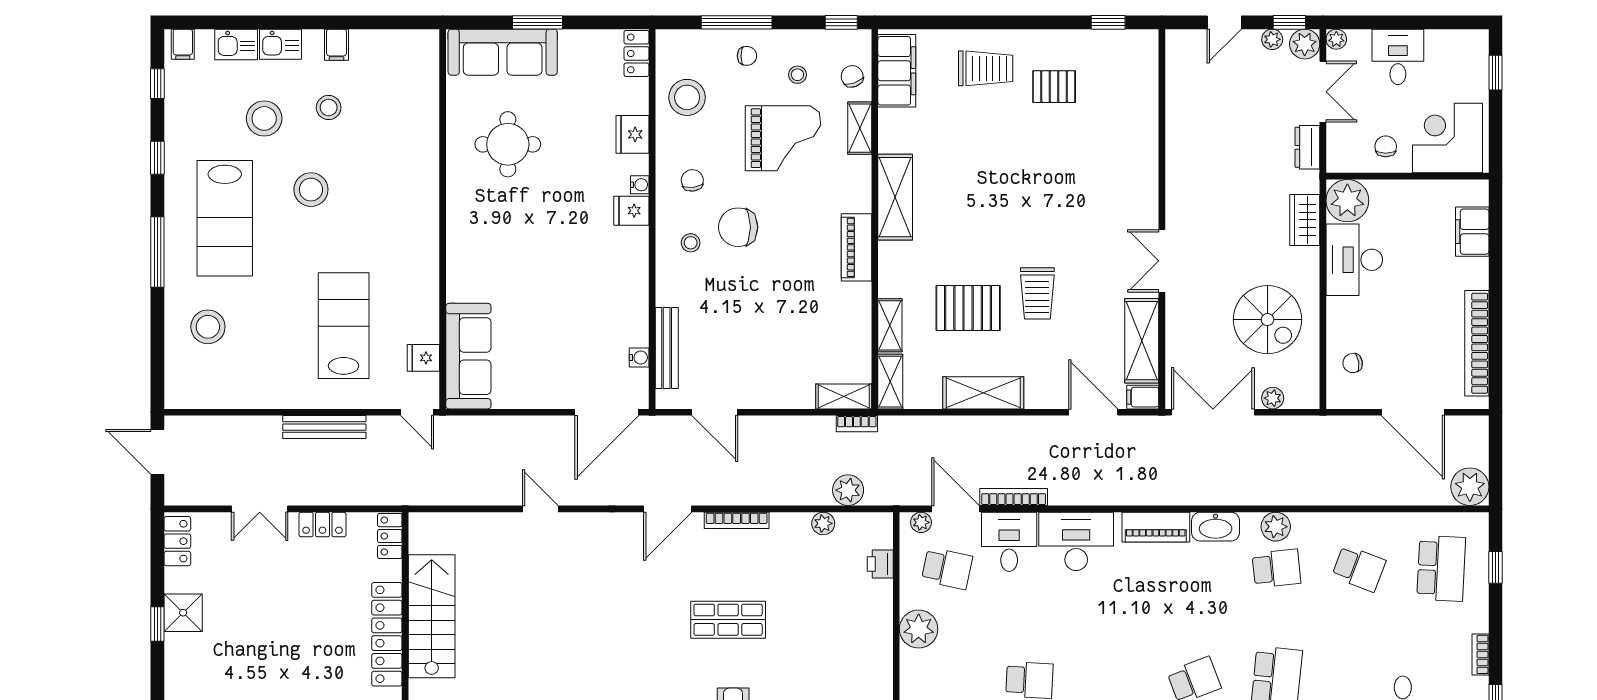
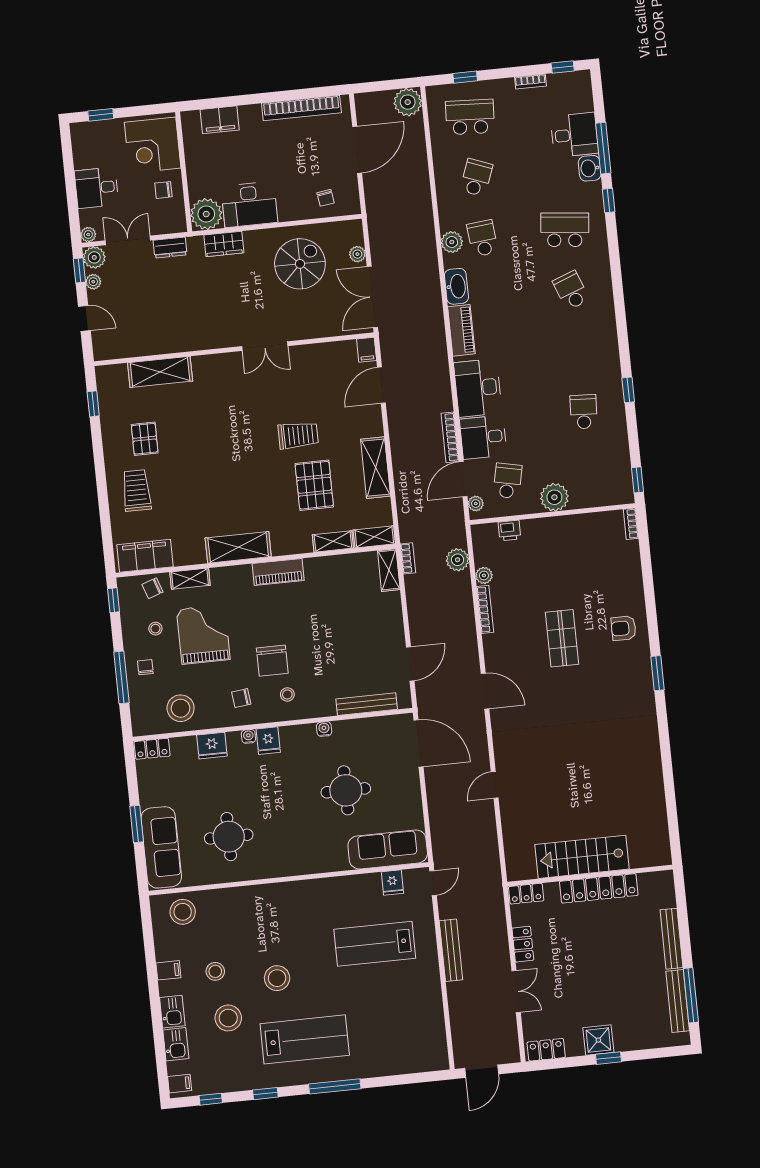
round table: (554, 308) -> (346, 790), added
stool: (208, 327) -> (183, 912), moved
shelving: (1142, 341) -> (160, 372), moved
water cooler: (639, 358) -> (324, 729), moved
bookcase: (737, 520) -> (485, 609), moved

